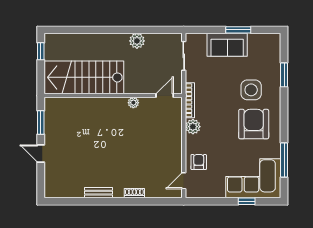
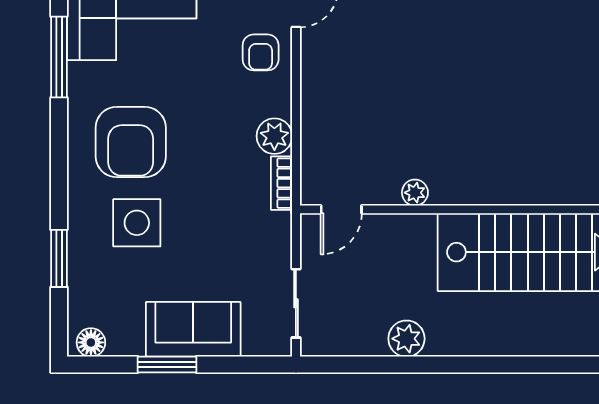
floor lamp: (271, 39) -> (91, 342), added
bookcase: (190, 100) -> (282, 183), width x0.64

